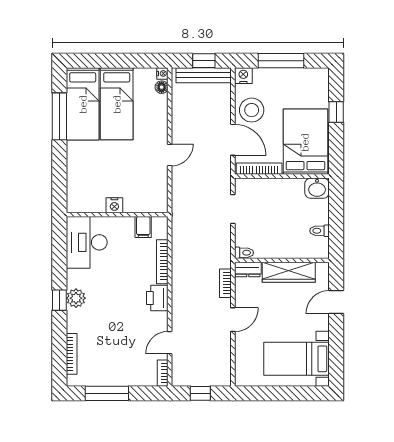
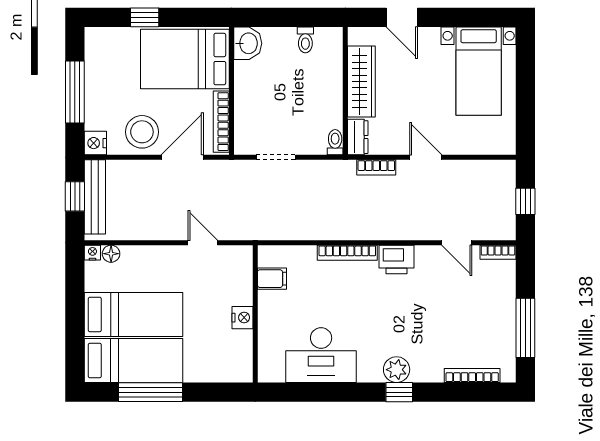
nightstand: (114, 205) -> (242, 318), moved
wall: (117, 215) -> (255, 314), moved
filing cabinet: (143, 227) -> (272, 279), moved

